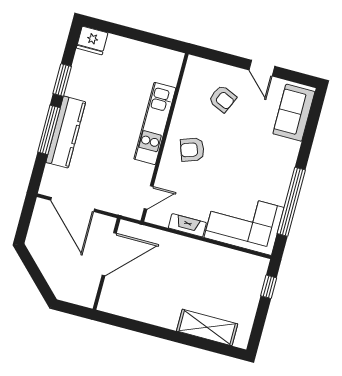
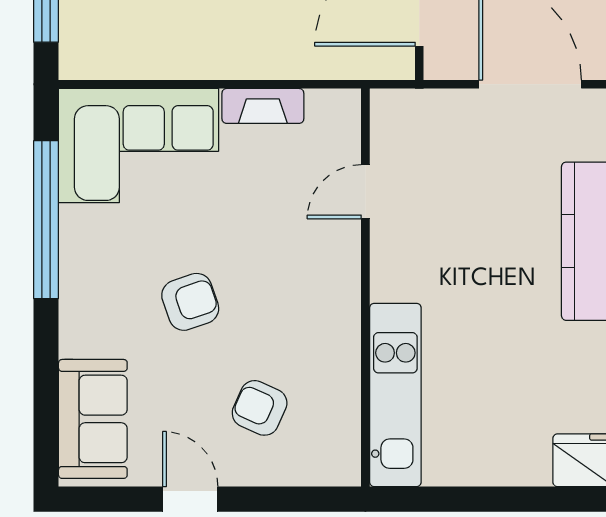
kitchen unit: (155, 123) -> (395, 395), moved
armchair: (192, 150) -> (190, 302), moved
door: (149, 197) -> (365, 192), moved

